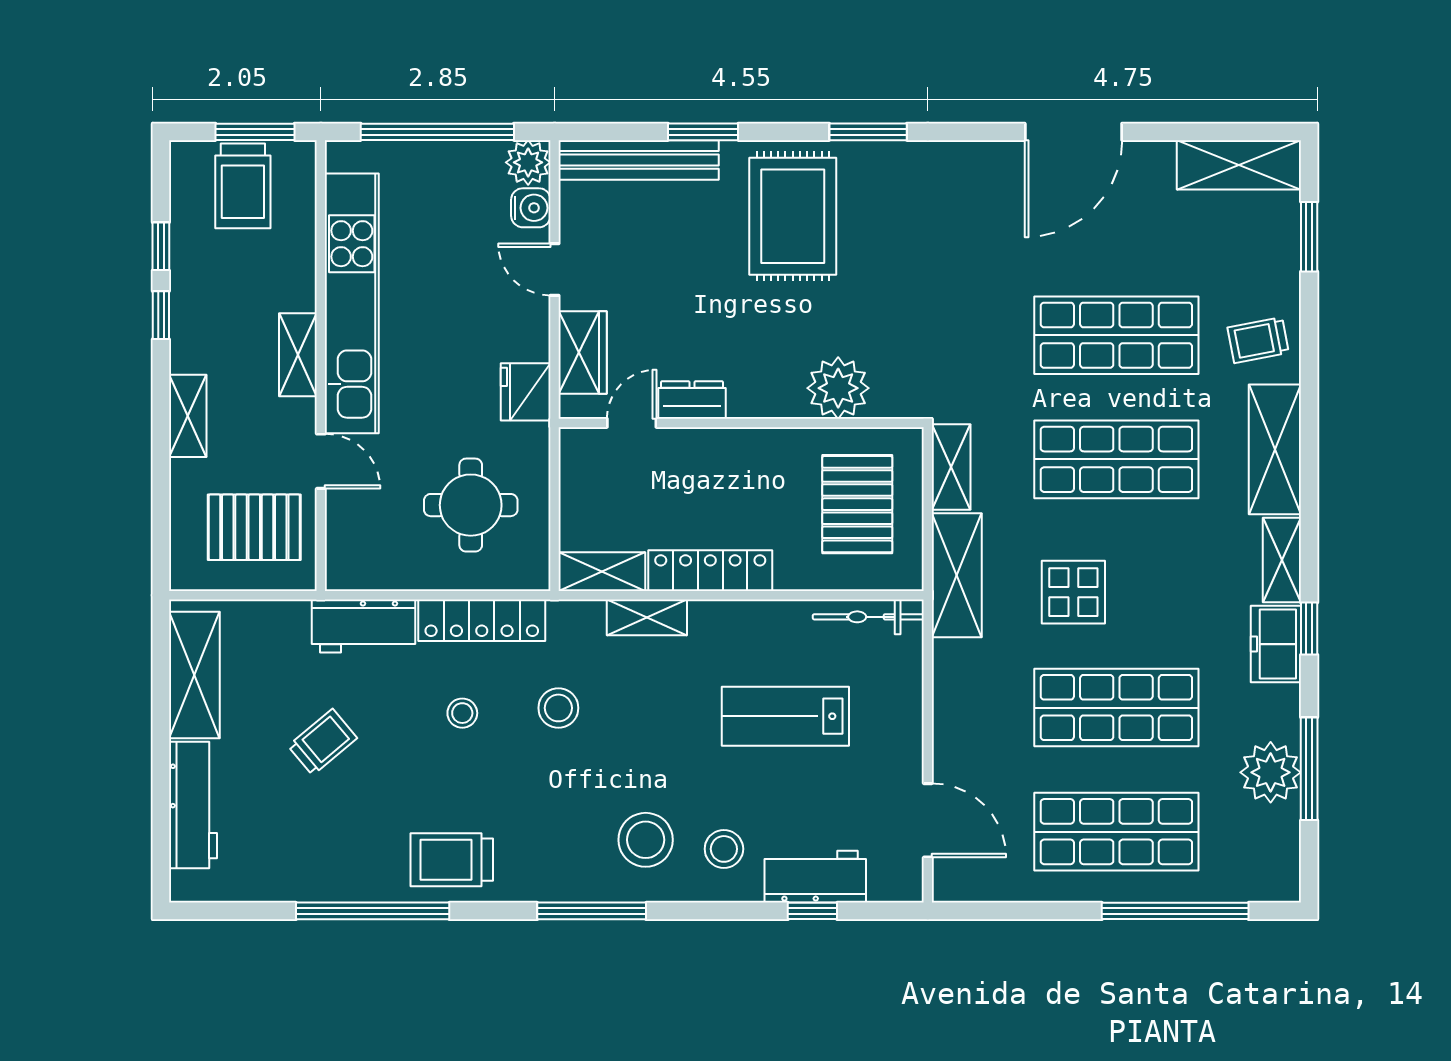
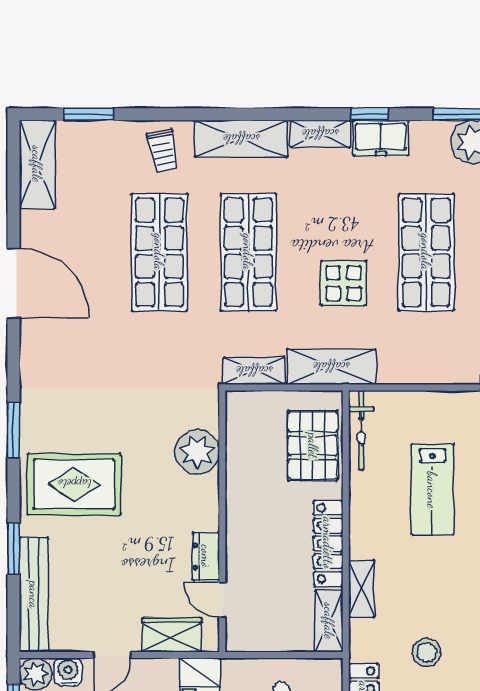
pallet: (857, 504) -> (313, 446), moved, turned 90

